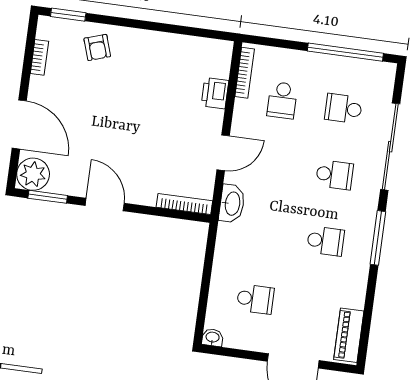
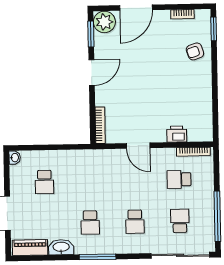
sliding door: (390, 147) -> (180, 255), moved
washbasin: (232, 203) -> (61, 247), moved, turned 180

